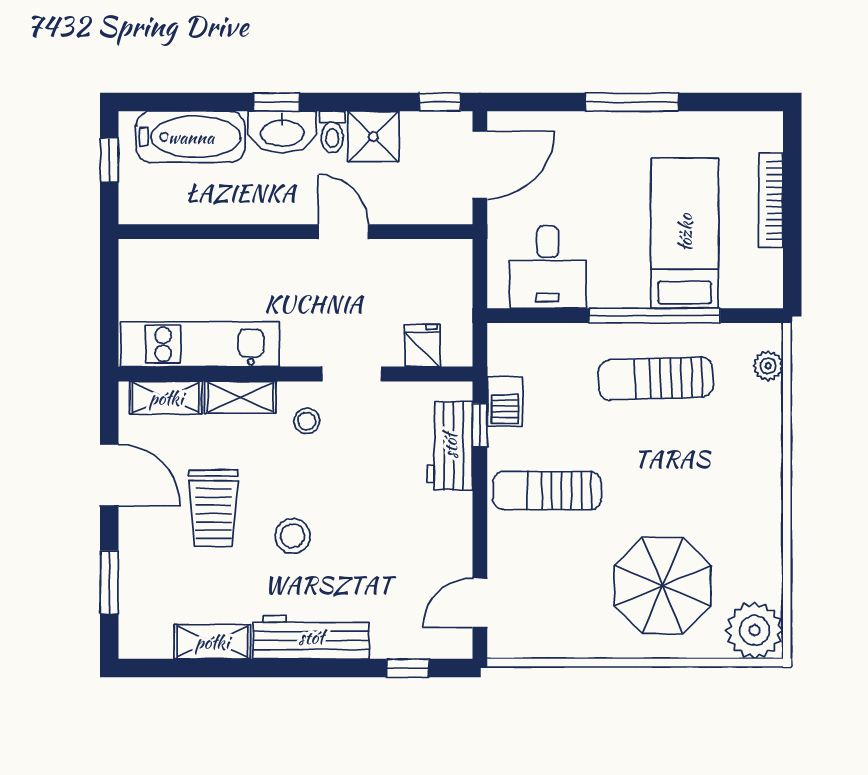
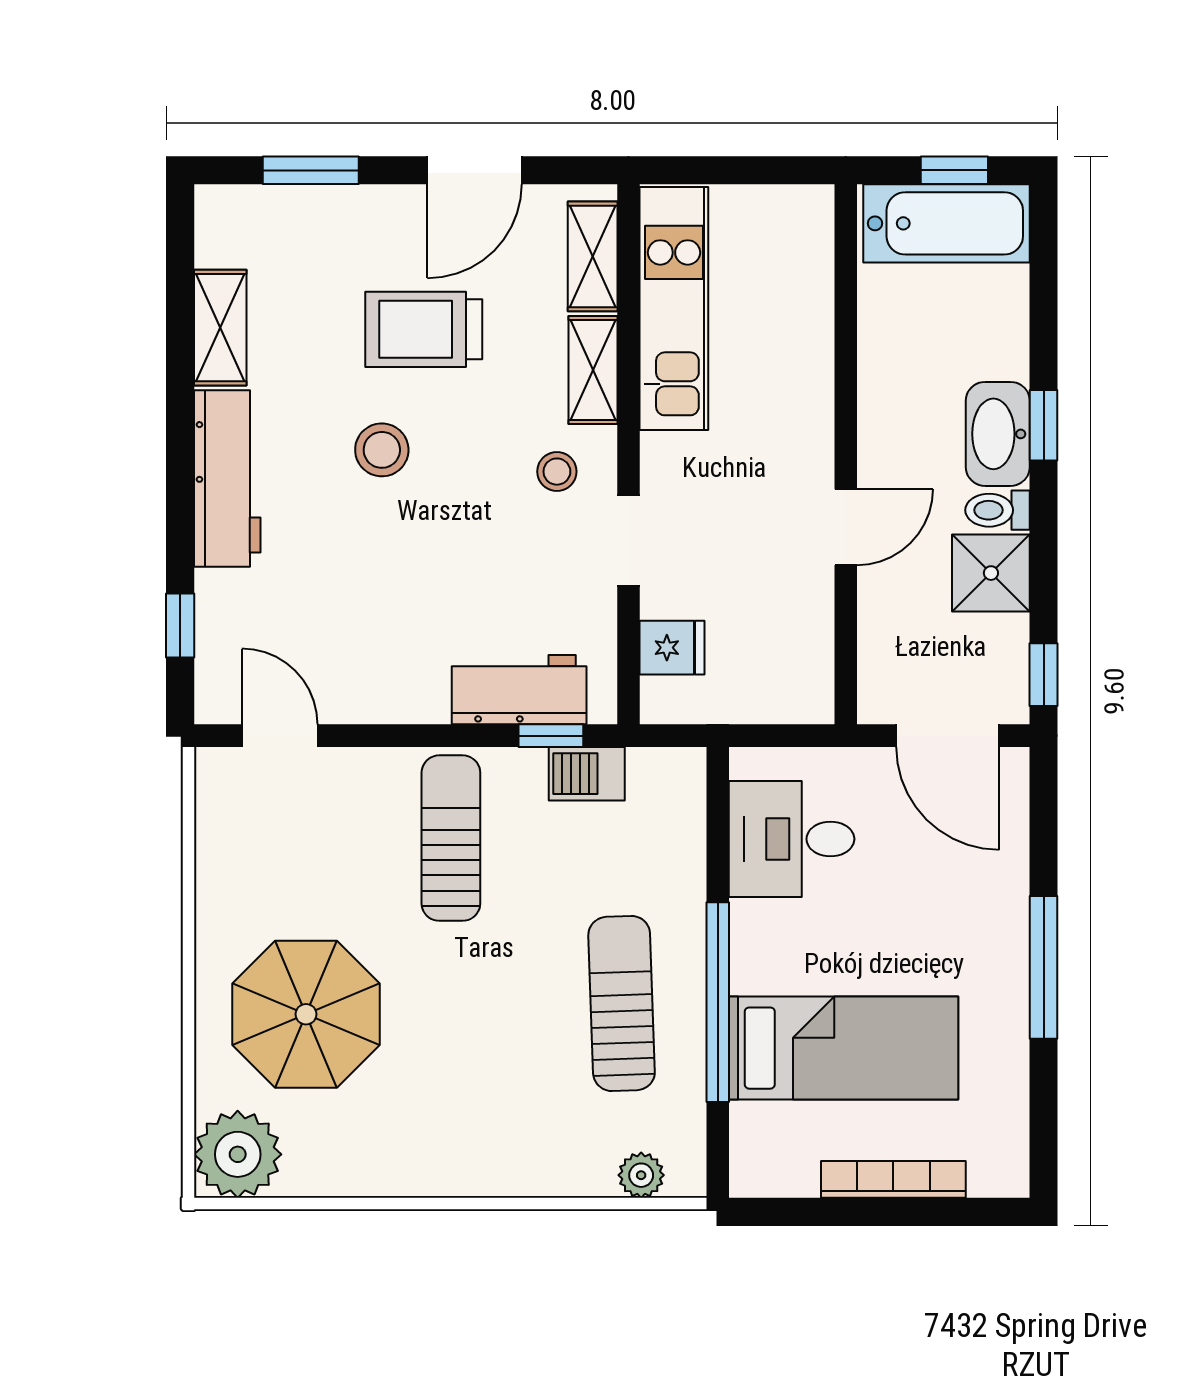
bathtub: (191, 137) -> (946, 223), moved, turned -90

